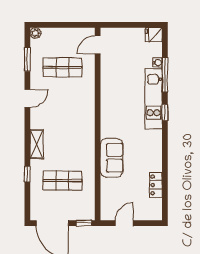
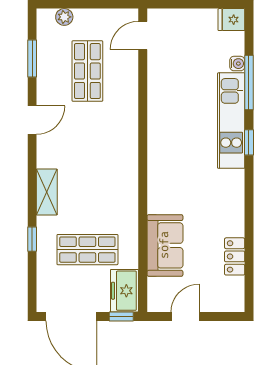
plant: (35, 33) -> (64, 17), moved
shop shelf: (62, 67) -> (87, 71), turned 90
sofa: (112, 158) -> (165, 245), moved
freezer: (86, 207) -> (124, 291), added

